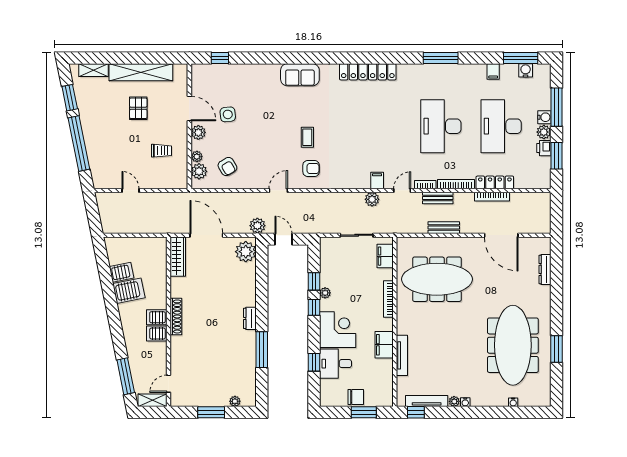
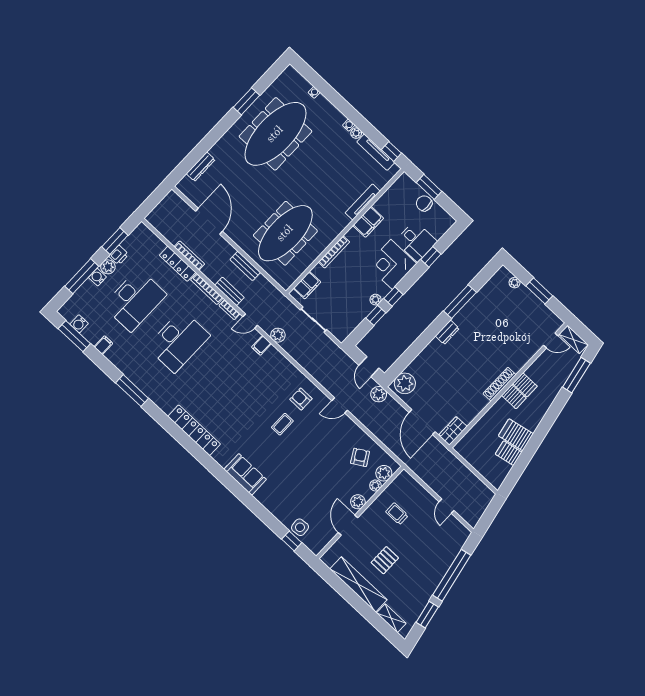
side table: (228, 114) -> (300, 527), moved
wardrobe: (178, 257) -> (453, 431), width x0.67
meeting table: (437, 279) -> (285, 233), turned 90

